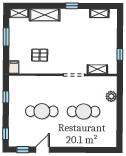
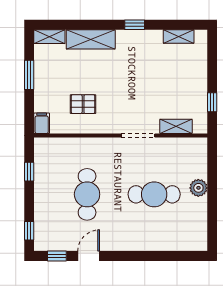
plant: (111, 96) -> (198, 188), moved
cafe table: (42, 111) -> (87, 194), turned 90

